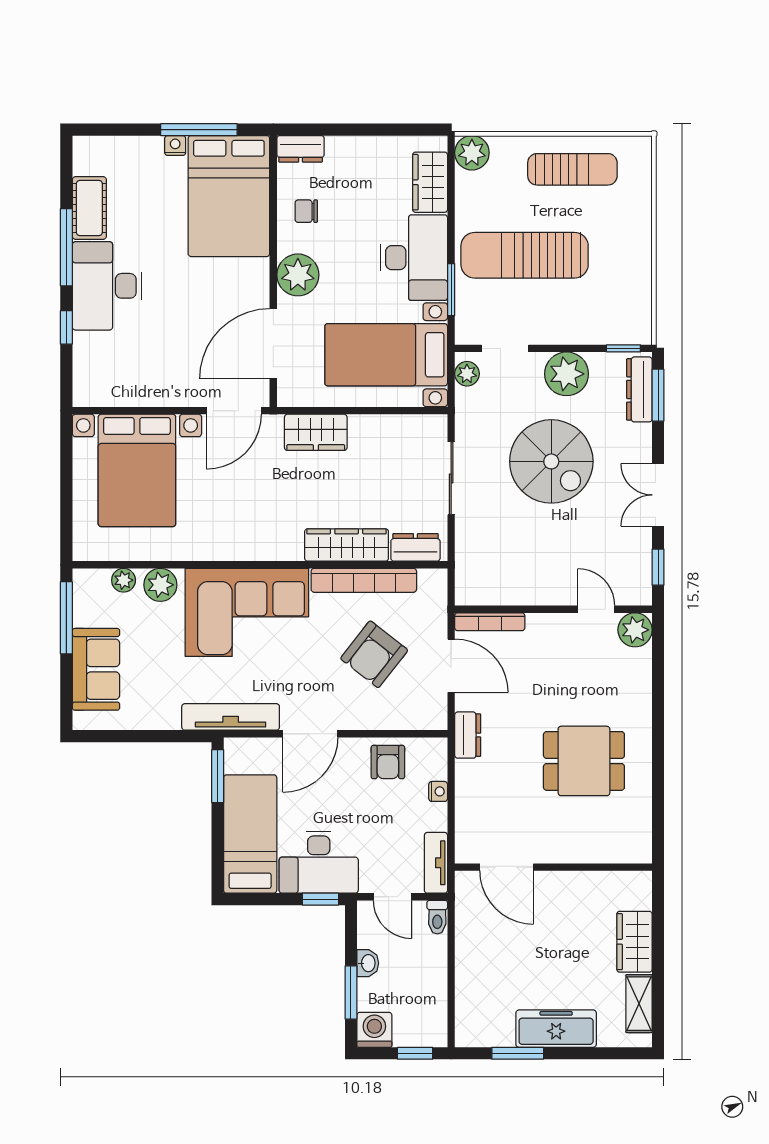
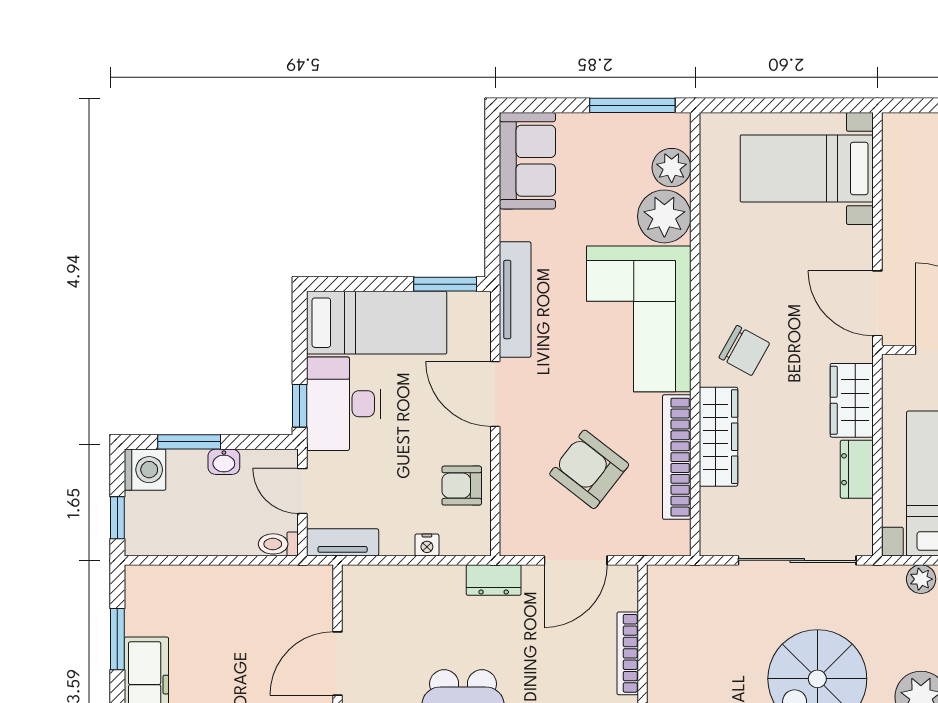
bed with nightstands: (137, 470) -> (807, 168), width x0.73
sliding door: (451, 478) -> (797, 560), width x1.37
chair: (274, 523) -> (744, 350), added
dresser: (415, 547) -> (857, 469), moved, turned 180
plant: (124, 580) -> (672, 168), width x1.38, depth x1.38
plant: (160, 585) -> (664, 216), width x1.36, depth x1.36
bookcase: (490, 622) -> (628, 653), moved
sofa: (96, 669) -> (527, 161), moved, turned -90
door: (507, 867) -> (337, 664), moved
door: (392, 897) -> (302, 491), hinge flipped

